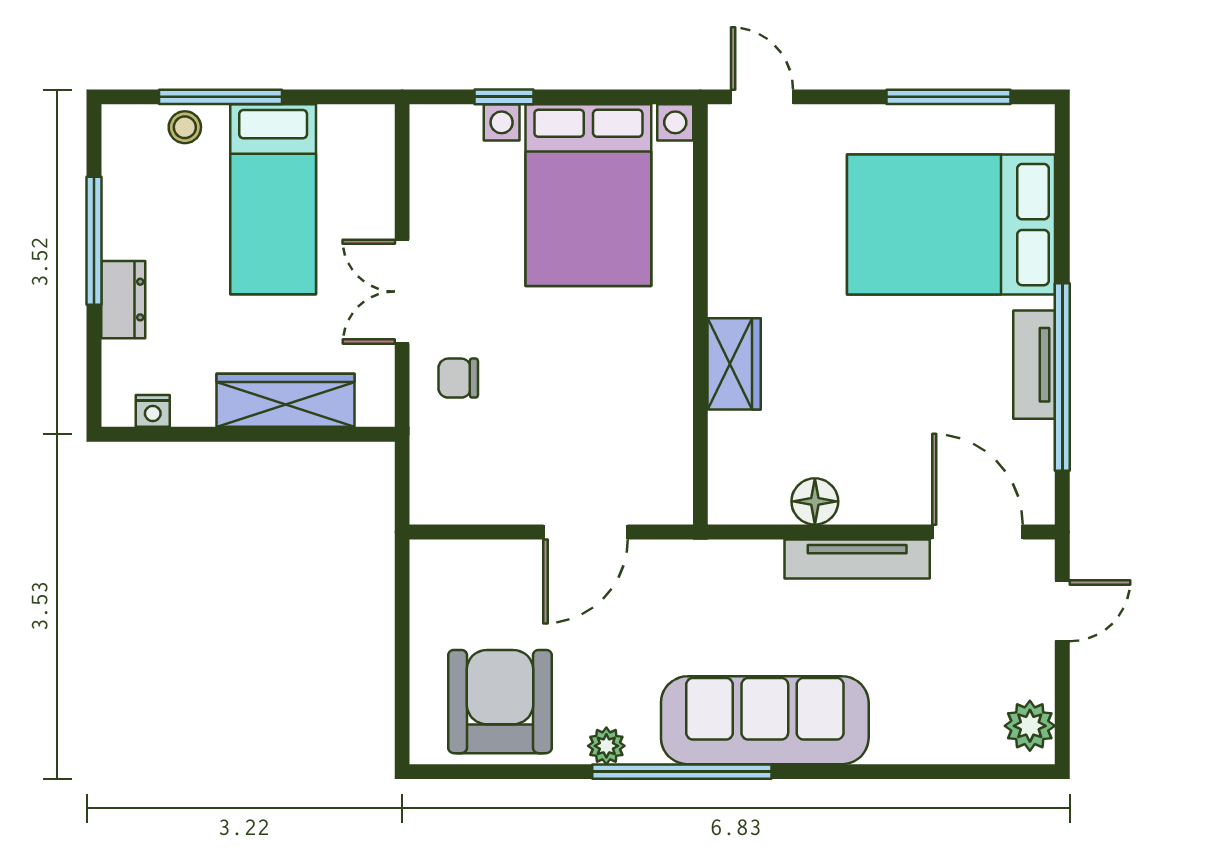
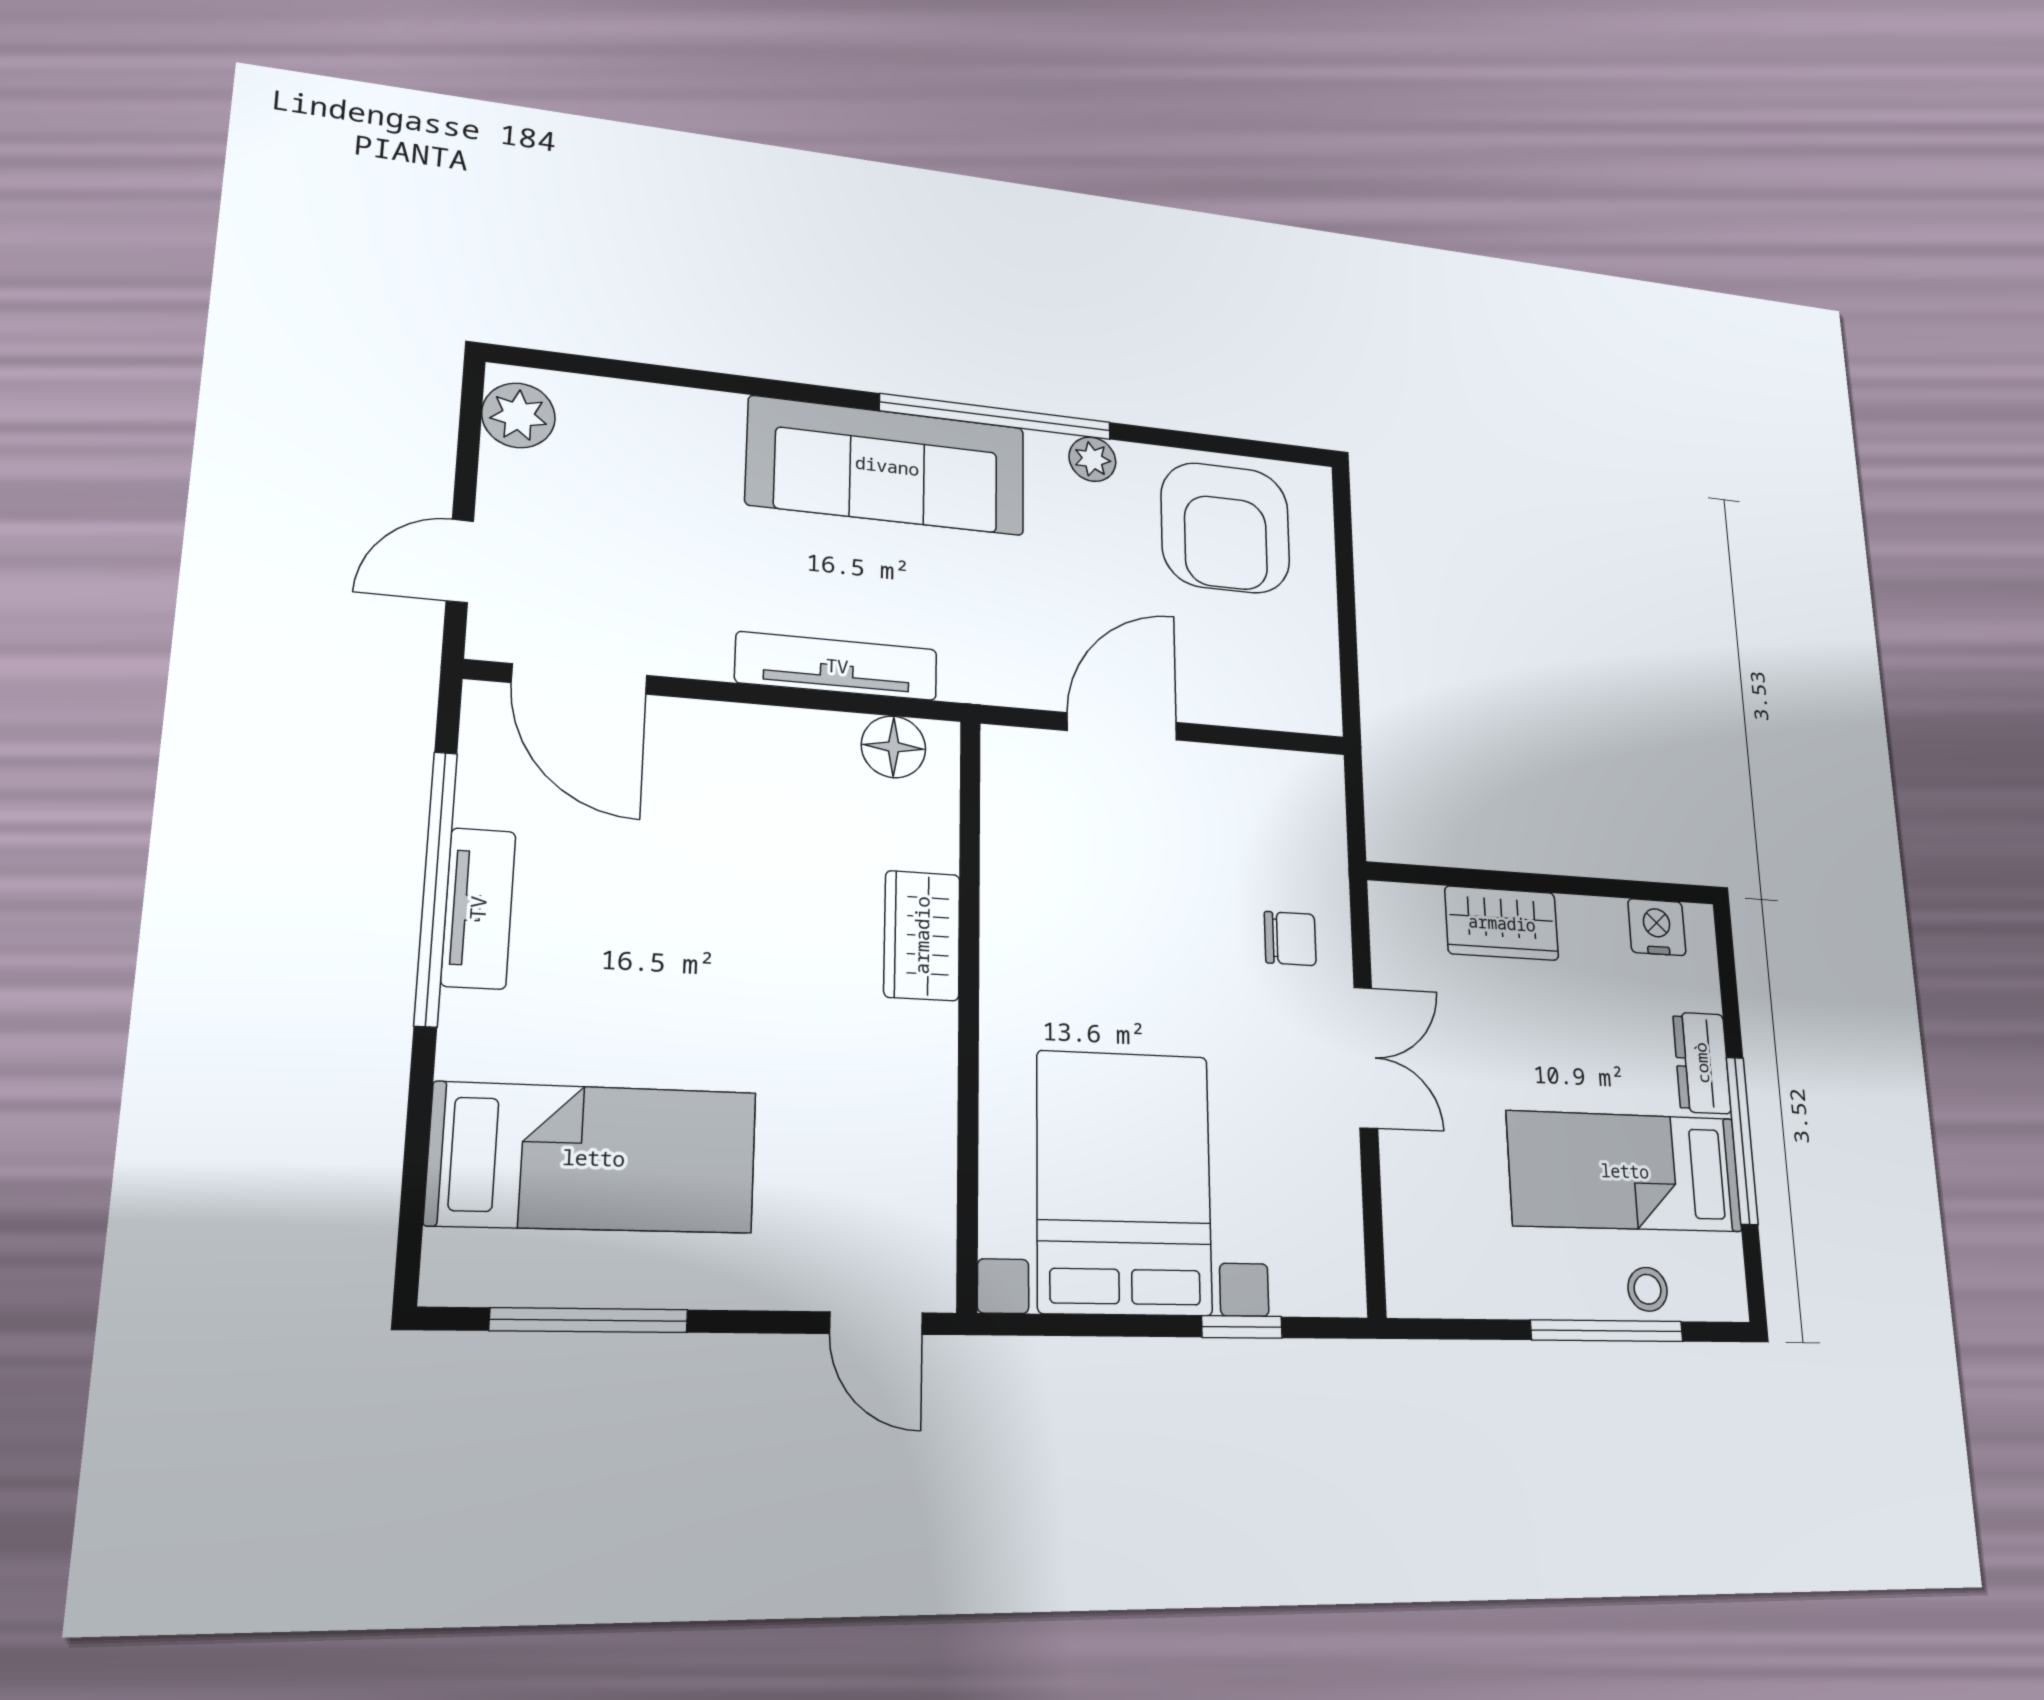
bed: (273, 199) -> (1625, 1171), moved, turned -90
bed: (951, 225) -> (594, 1158), width x0.67
wardrobe: (286, 400) -> (1502, 923), width x0.67
nightstand: (153, 411) -> (1657, 927), width x1.39, depth x1.35
floor lamp: (815, 501) -> (893, 747), moved
tv unit: (857, 559) -> (837, 666), moved

